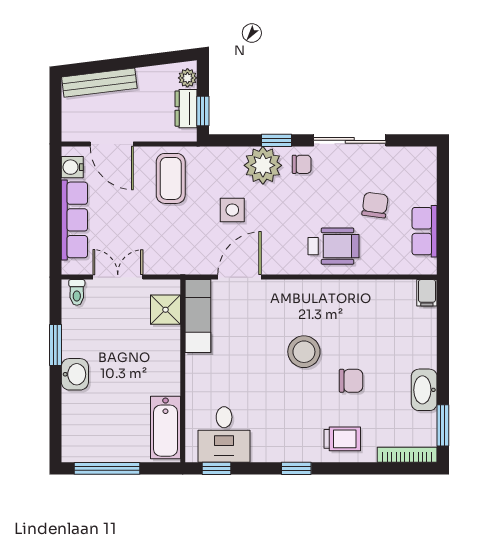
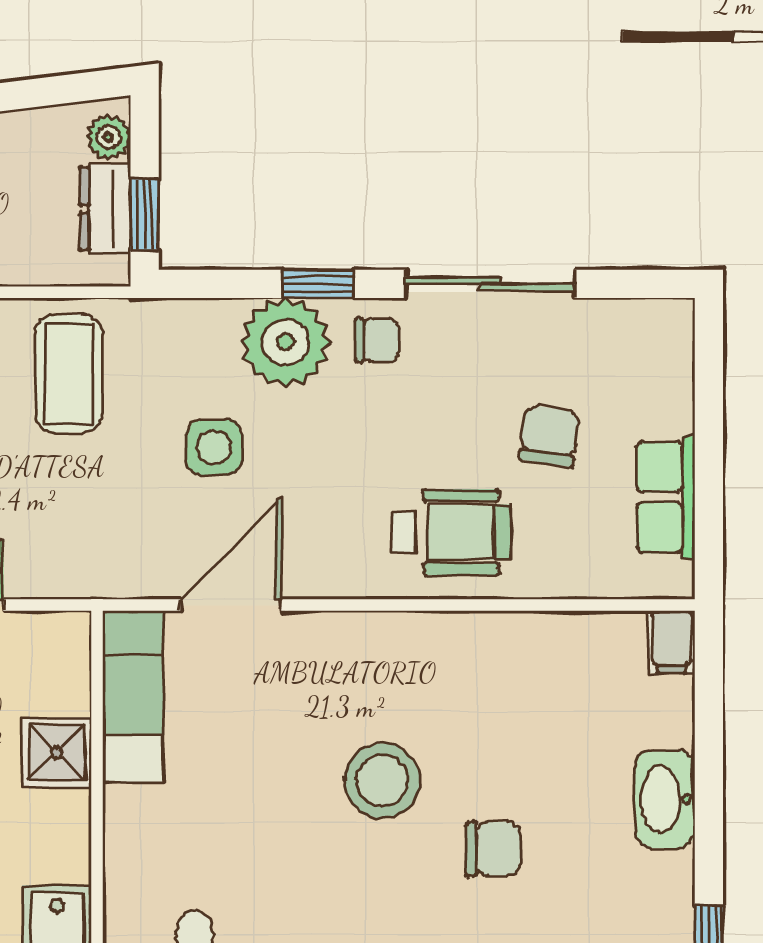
shower: (165, 310) -> (57, 752), moved
washbasin: (424, 390) -> (665, 799), moved

